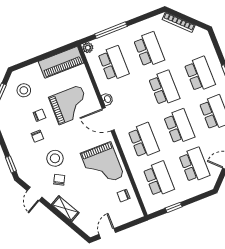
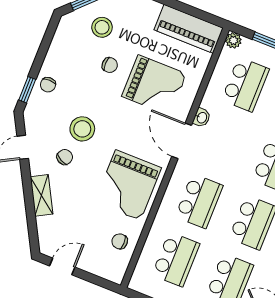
stool: (24, 90) -> (102, 27), moved
chair: (37, 136) -> (48, 85), moved

